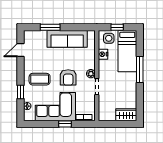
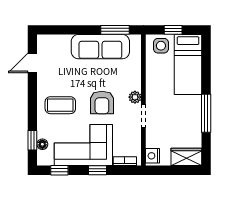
window: (50, 27) -> (115, 30), moved
nightstand: (103, 54) -> (153, 156), moved
window: (140, 70) -> (206, 113), moved
window: (20, 92) -> (32, 140), moved
window: (39, 124) -> (59, 170), added

